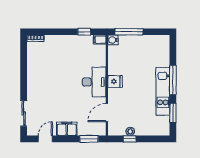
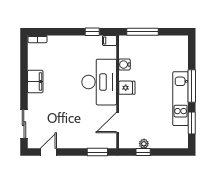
water cooler: (113, 40) -> (124, 65), moved
desk: (94, 82) -> (99, 82), width x1.36, depth x1.30
filing cabinet: (67, 129) -> (35, 82), moved, turned 90

